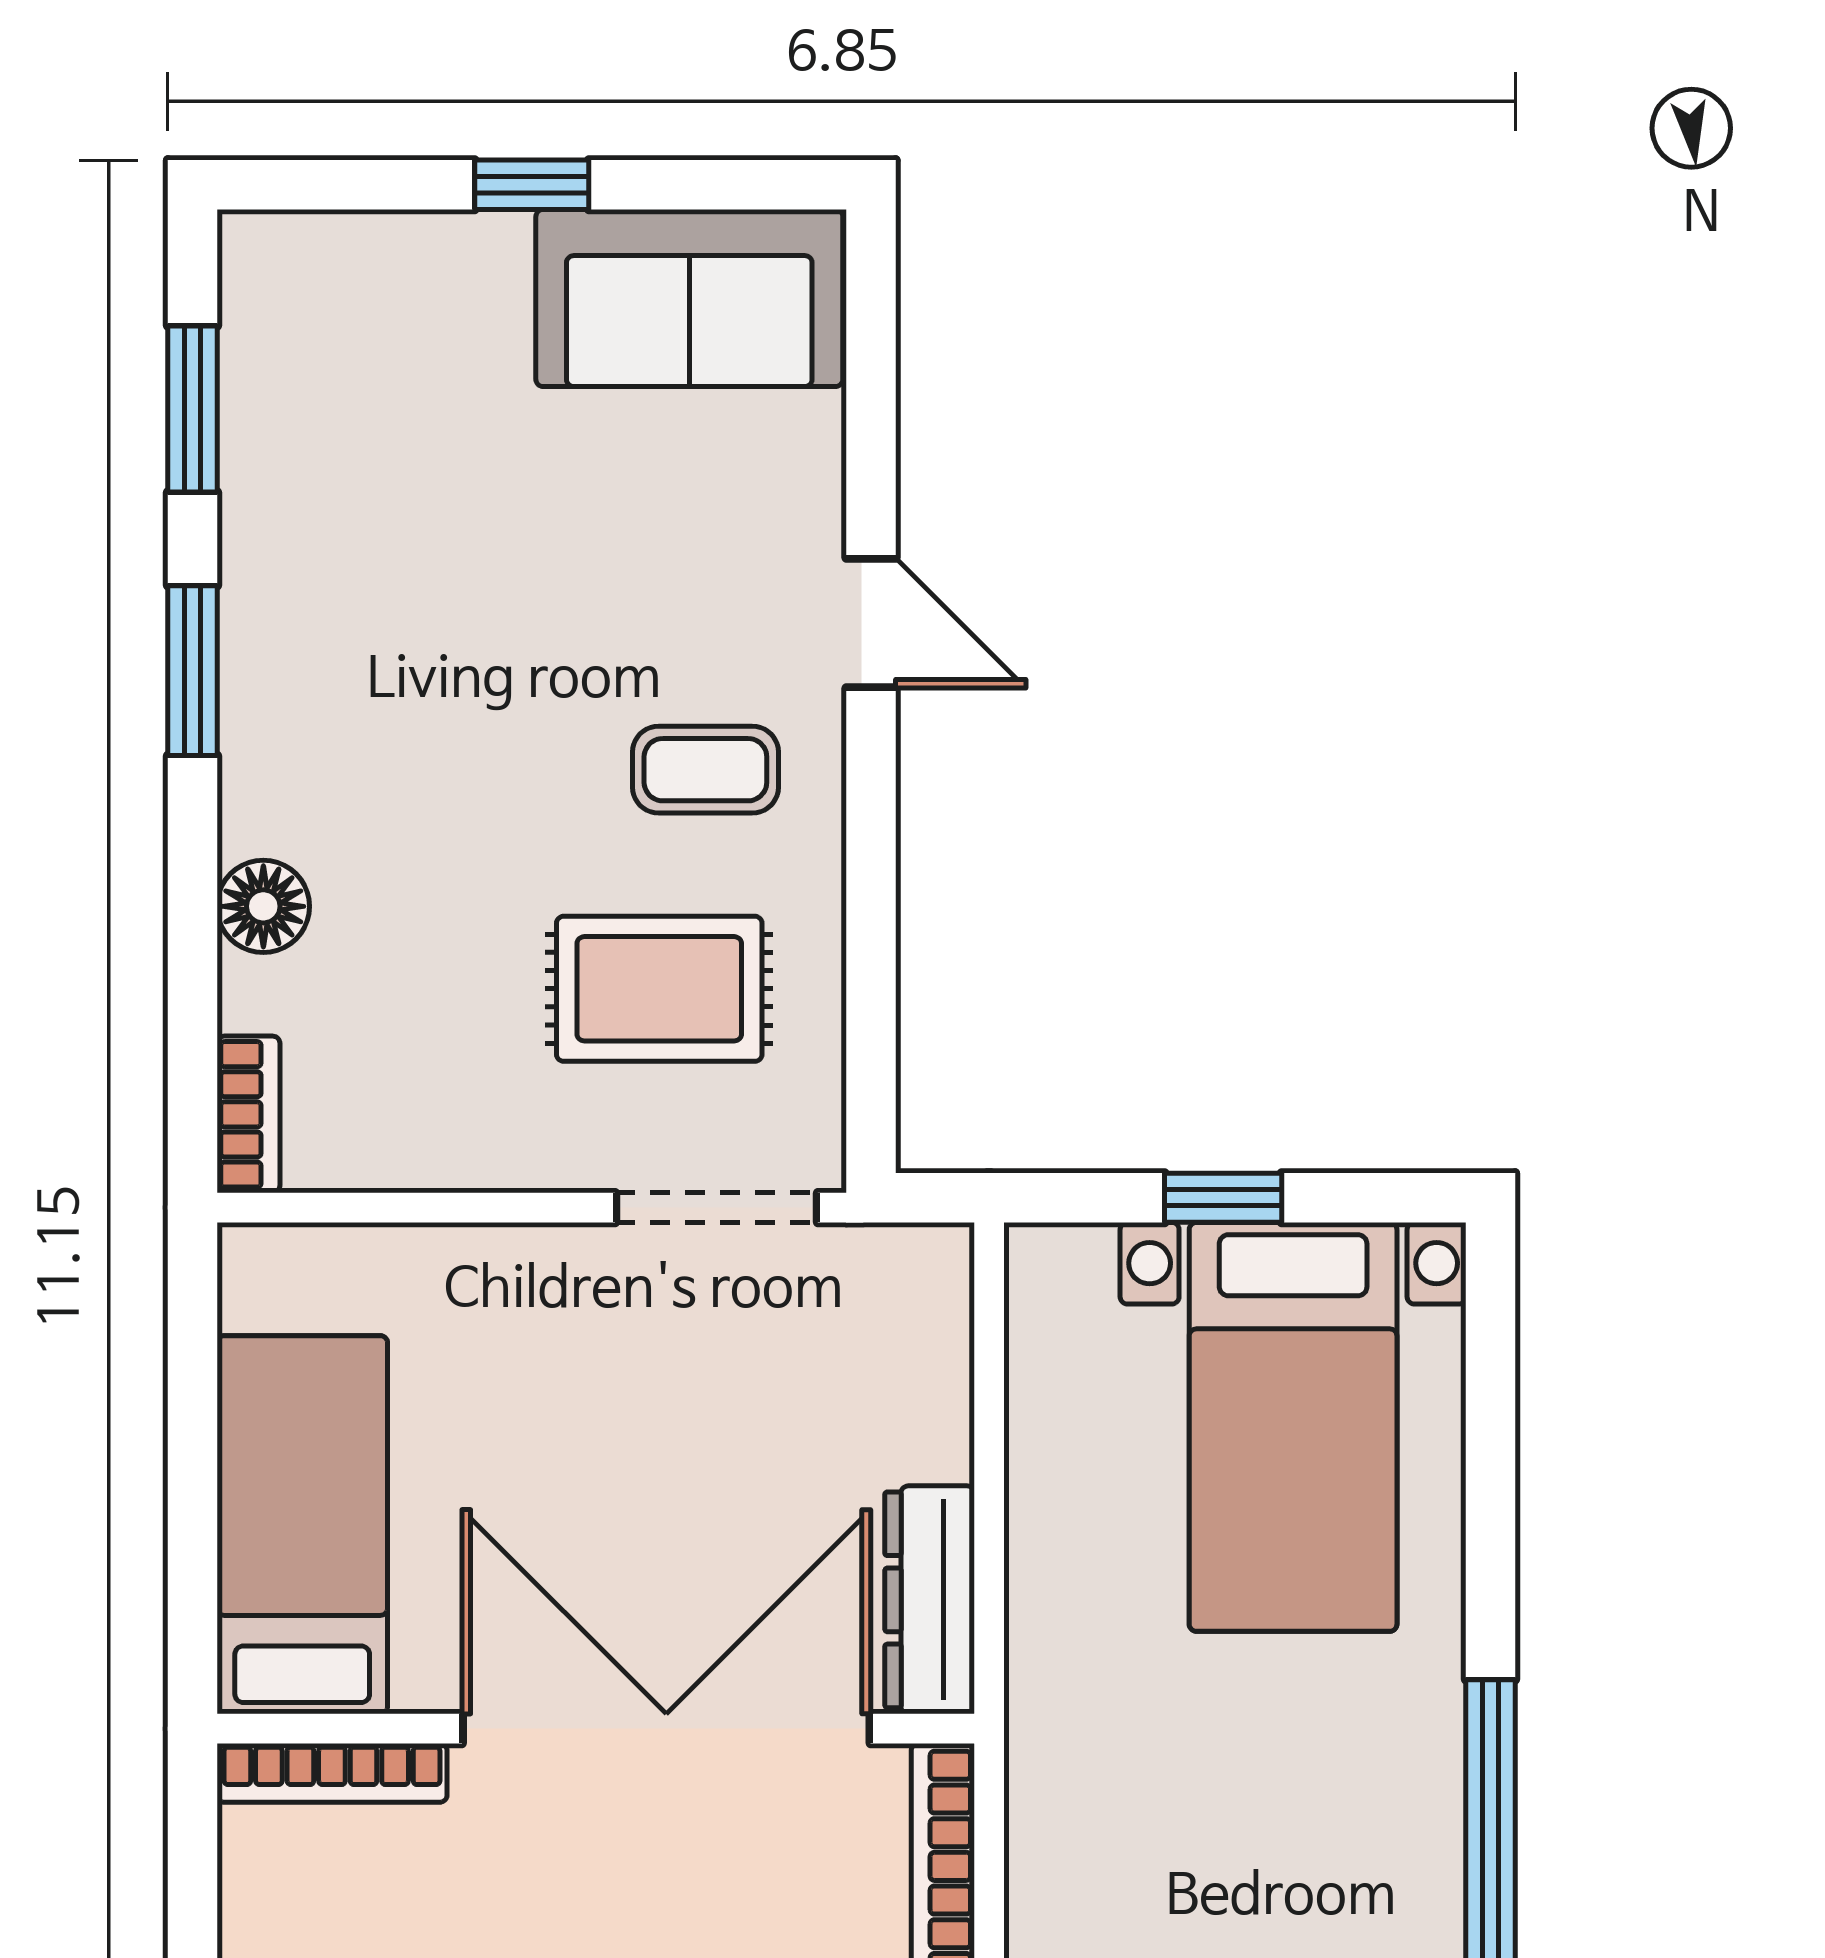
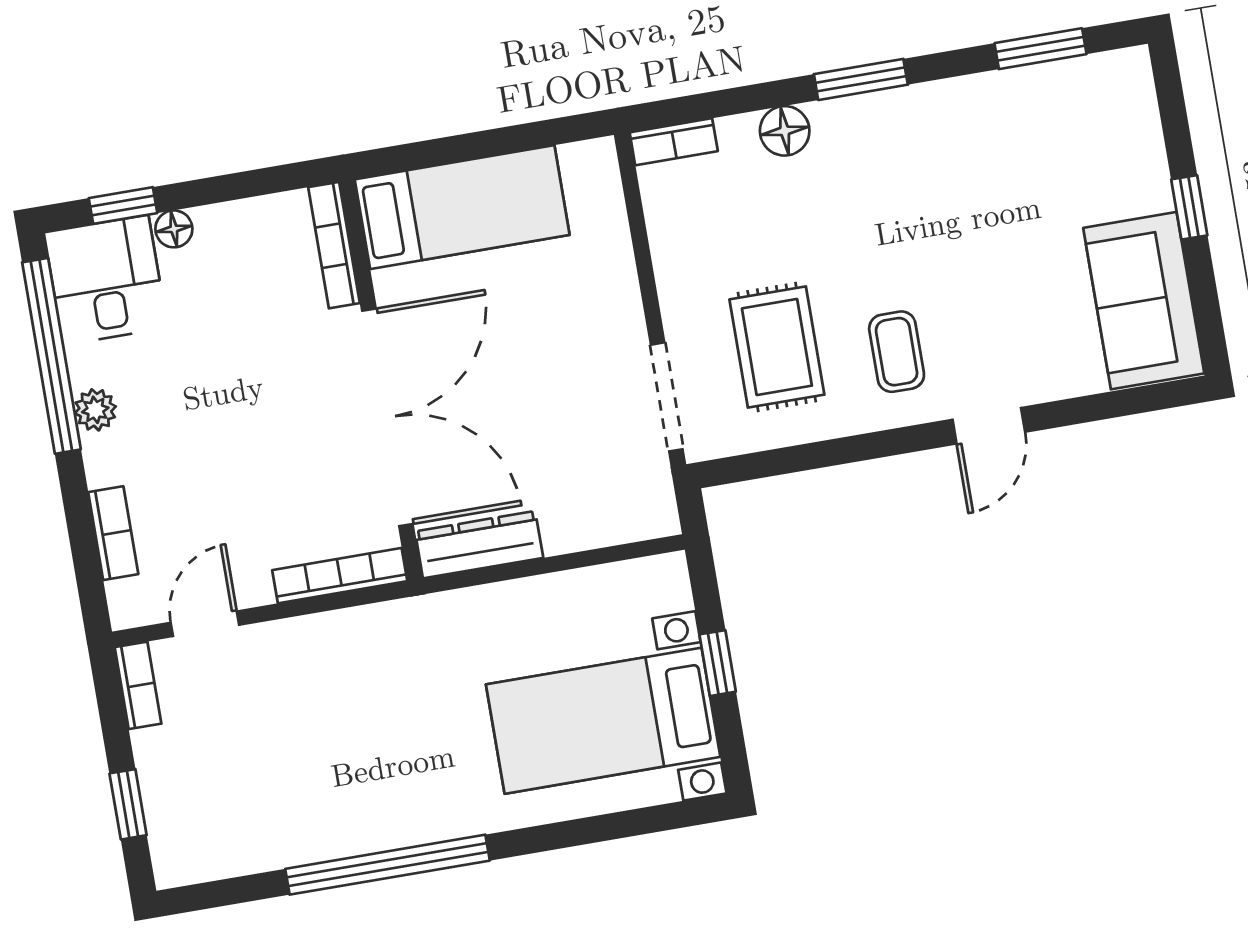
window: (192, 671) -> (861, 79), moved

